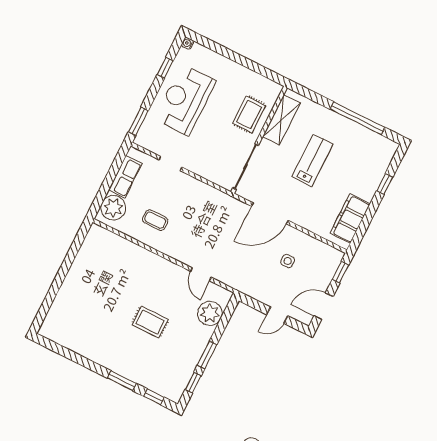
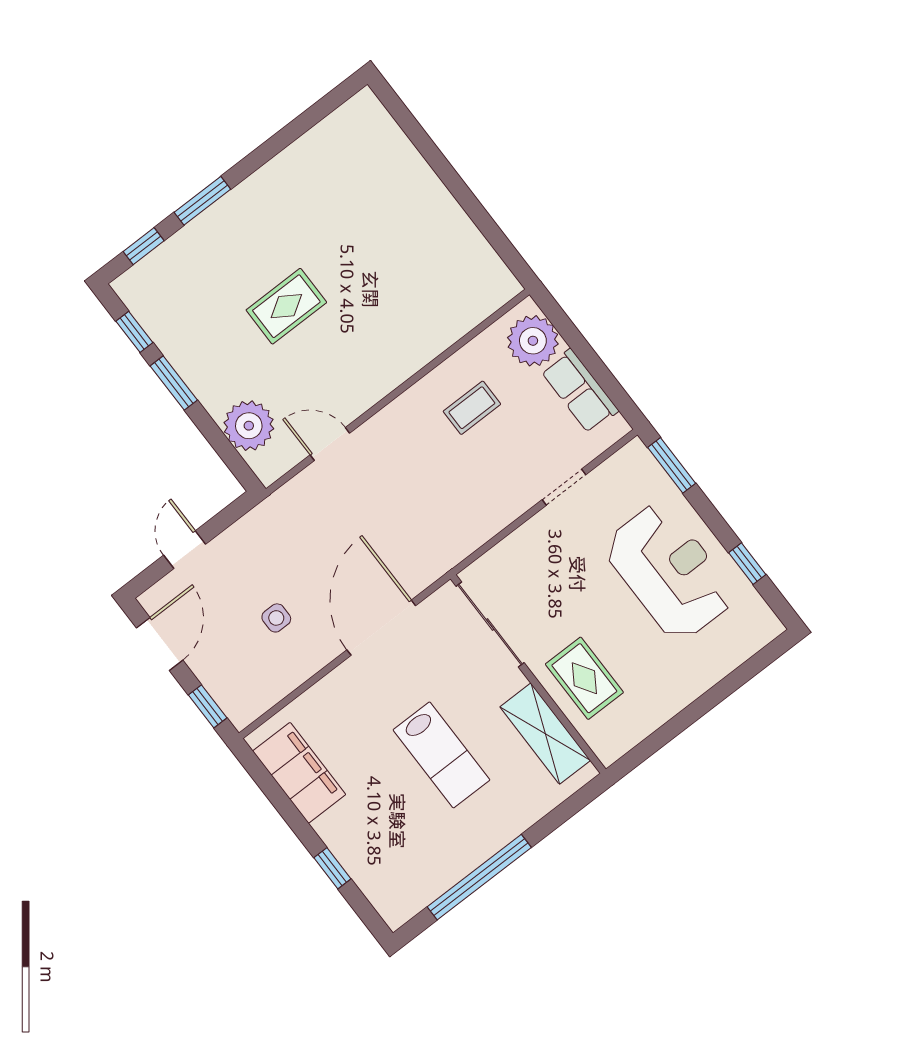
water cooler: (187, 43) -> (773, 627), removed

